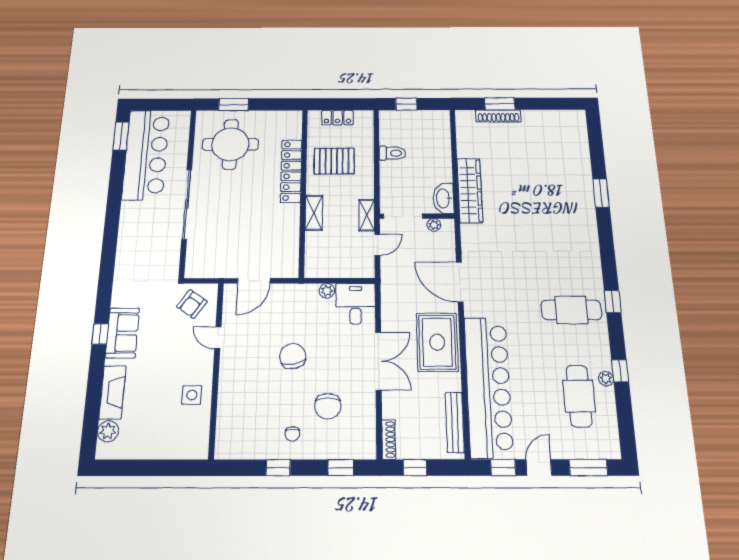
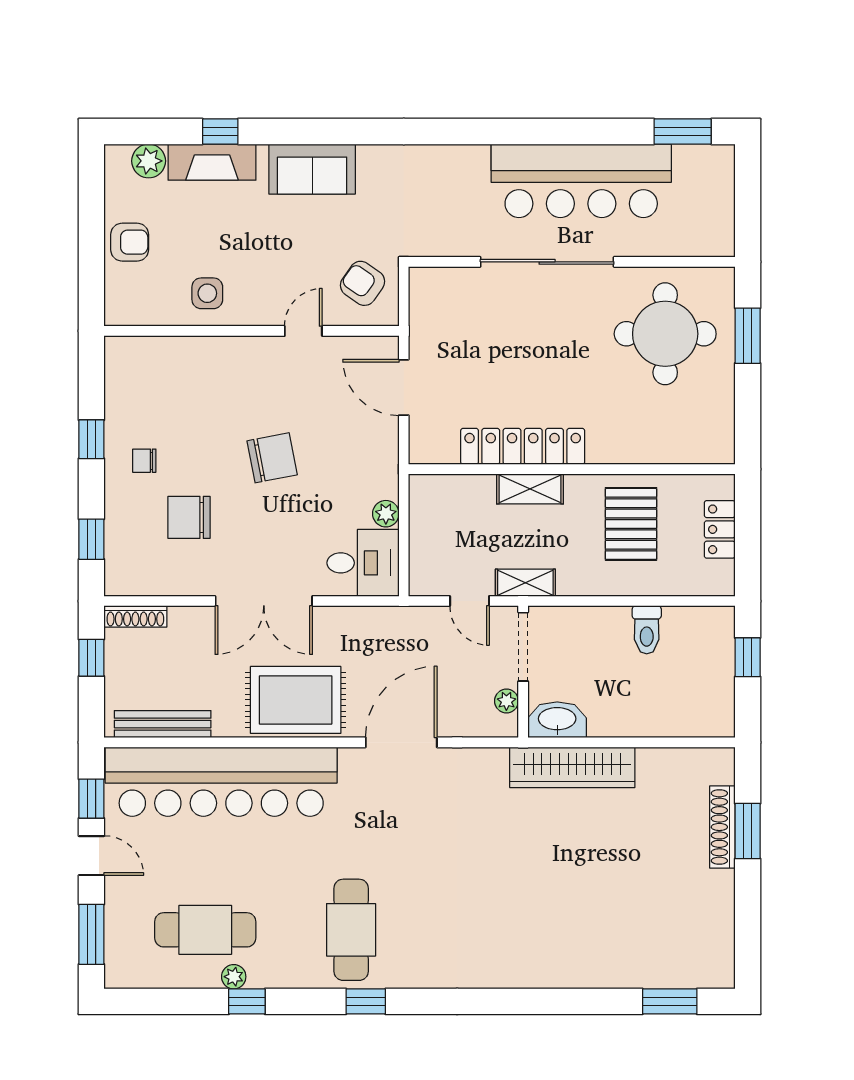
bar counter: (146, 155) -> (581, 181), moved
locker: (291, 171) -> (523, 446), moved
window: (601, 193) -> (670, 1001), moved
window: (100, 334) -> (220, 132), moved
armchair: (157, 443) -> (130, 242), added

